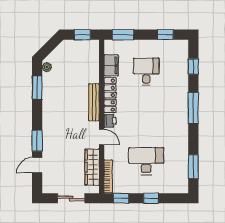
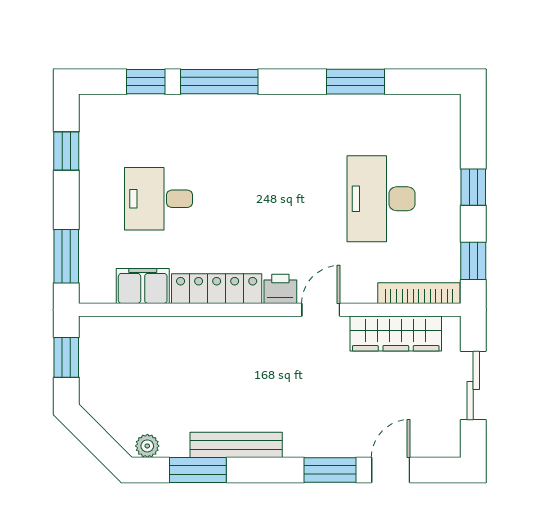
bench: (94, 102) -> (236, 445), moved
window: (193, 108) -> (219, 82), moved
door: (37, 165) -> (391, 470), swing flipped
window: (193, 167) -> (356, 82), moved

